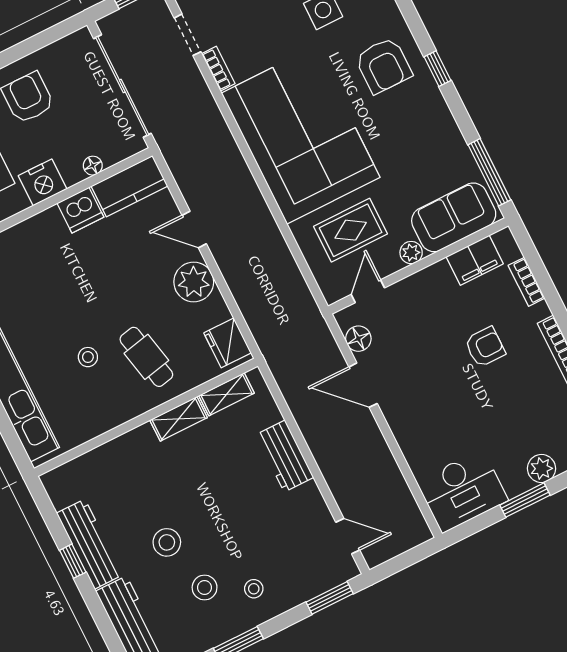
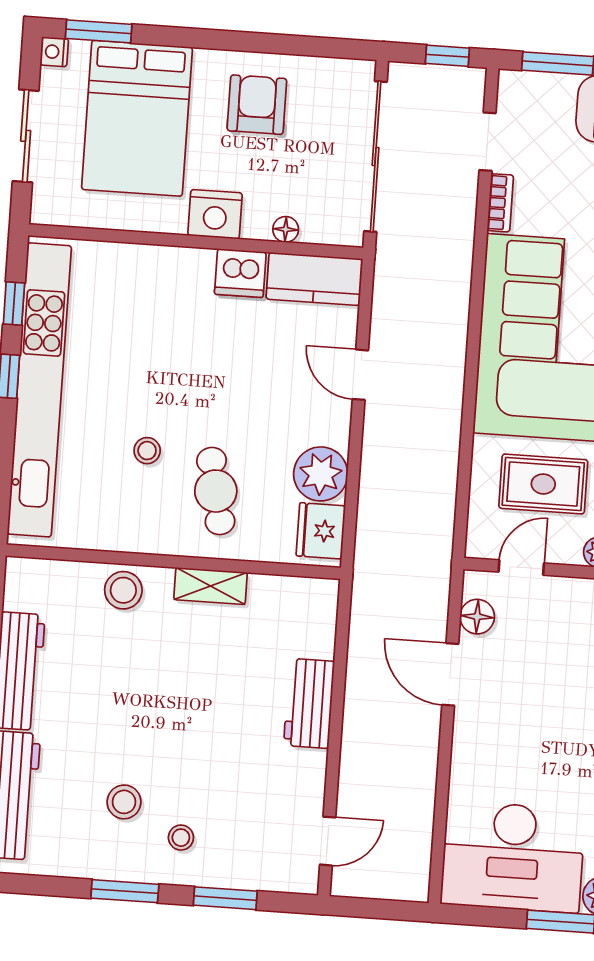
plant: (194, 282) -> (321, 474), moved
shelving: (226, 394) -> (284, 591), removed
desk: (462, 491) -> (513, 857), width x1.36, depth x1.30
door: (348, 536) -> (328, 841), hinge flipped
stool: (167, 542) -> (123, 590), moved
window: (330, 598) -> (225, 898), moved

